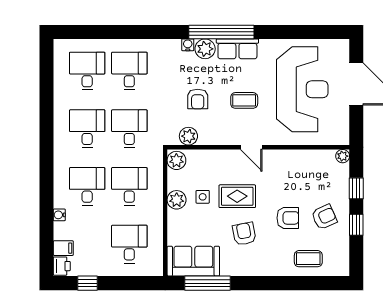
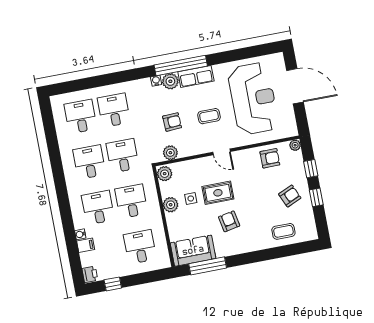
armchair: (198, 99) -> (172, 122), turned -93
armchair: (288, 218) -> (270, 158), moved
filing cabinet: (63, 248) -> (86, 245), moved

